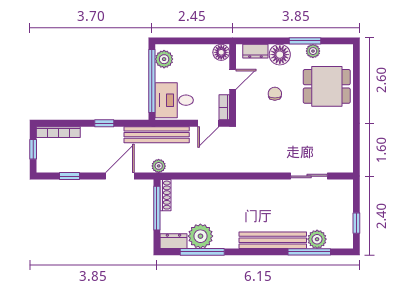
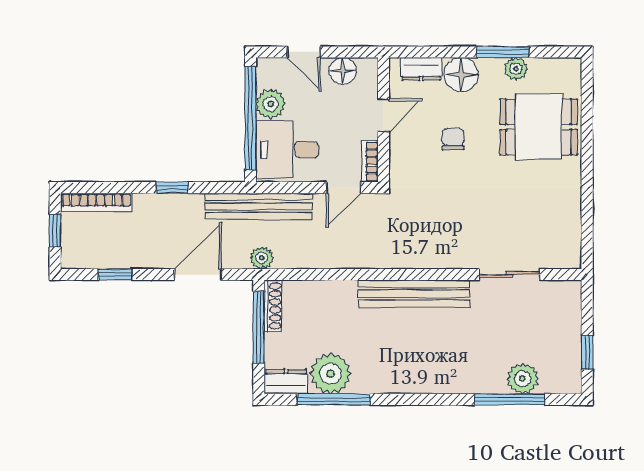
door: (184, 41) -> (304, 52), added
floor lamp: (221, 52) -> (343, 71), moved
plant: (164, 59) -> (271, 104), moved
bench: (273, 240) -> (414, 294), moved

